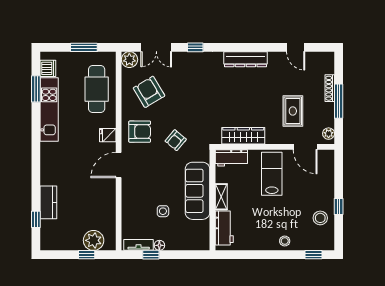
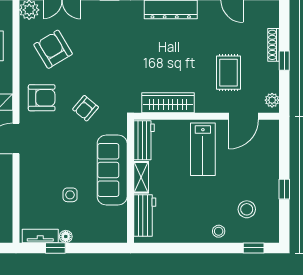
window: (339, 101) -> (284, 61), width x0.46
door: (305, 147) -> (244, 116), hinge flipped
workbench: (231, 158) -> (144, 140), moved, turned -90
lab bench: (272, 174) -> (203, 149), turned 180
stool: (320, 218) -> (247, 209), moved

